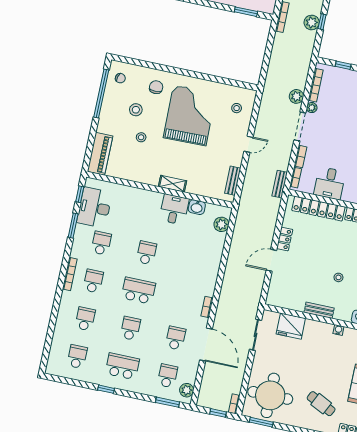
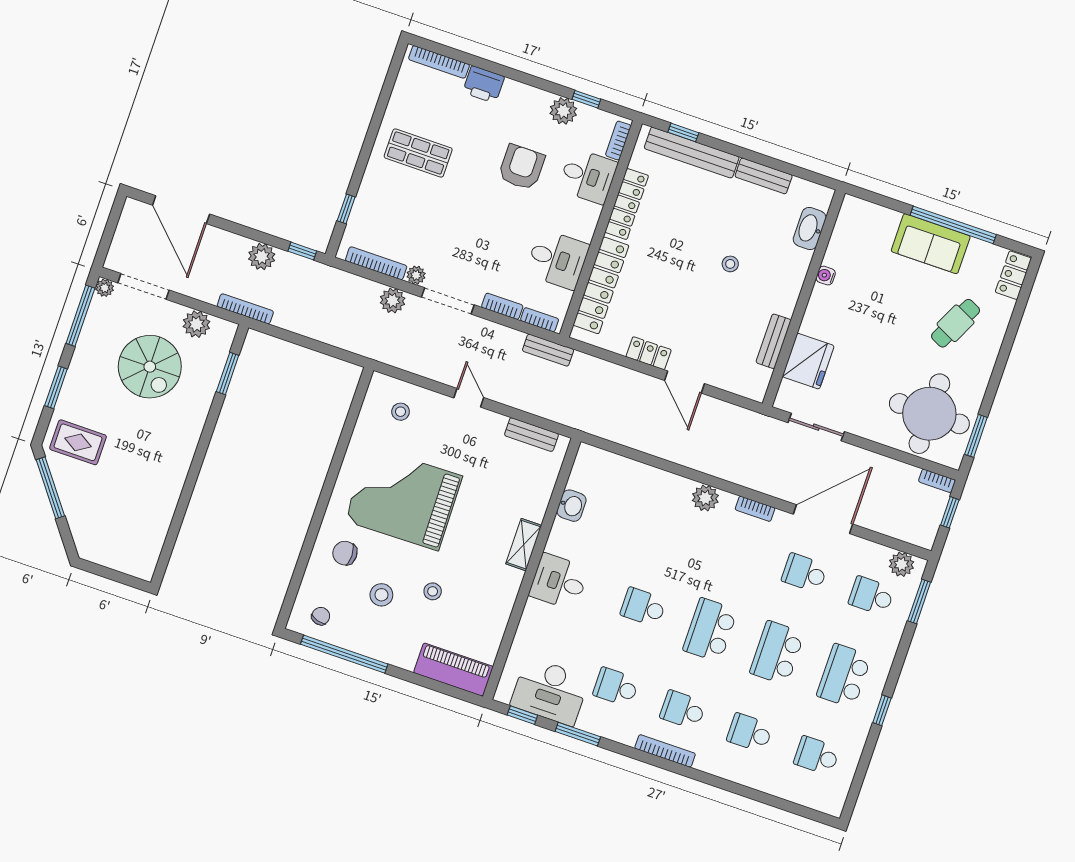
window: (322, 22) -> (302, 251), moved
desk: (174, 209) -> (559, 582), moved
plant: (221, 224) -> (705, 498), moved
bench: (319, 310) -> (774, 341), moved
school desk: (130, 328) -> (777, 653), width x1.85

